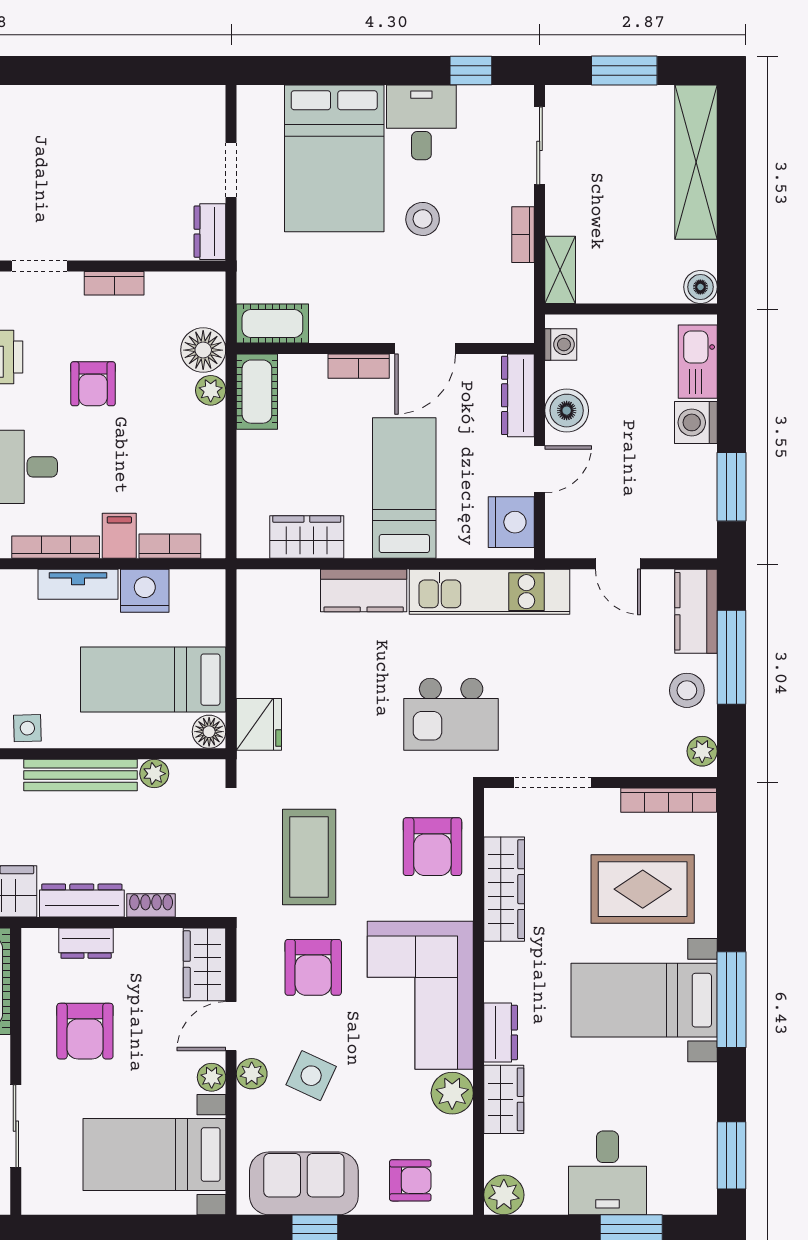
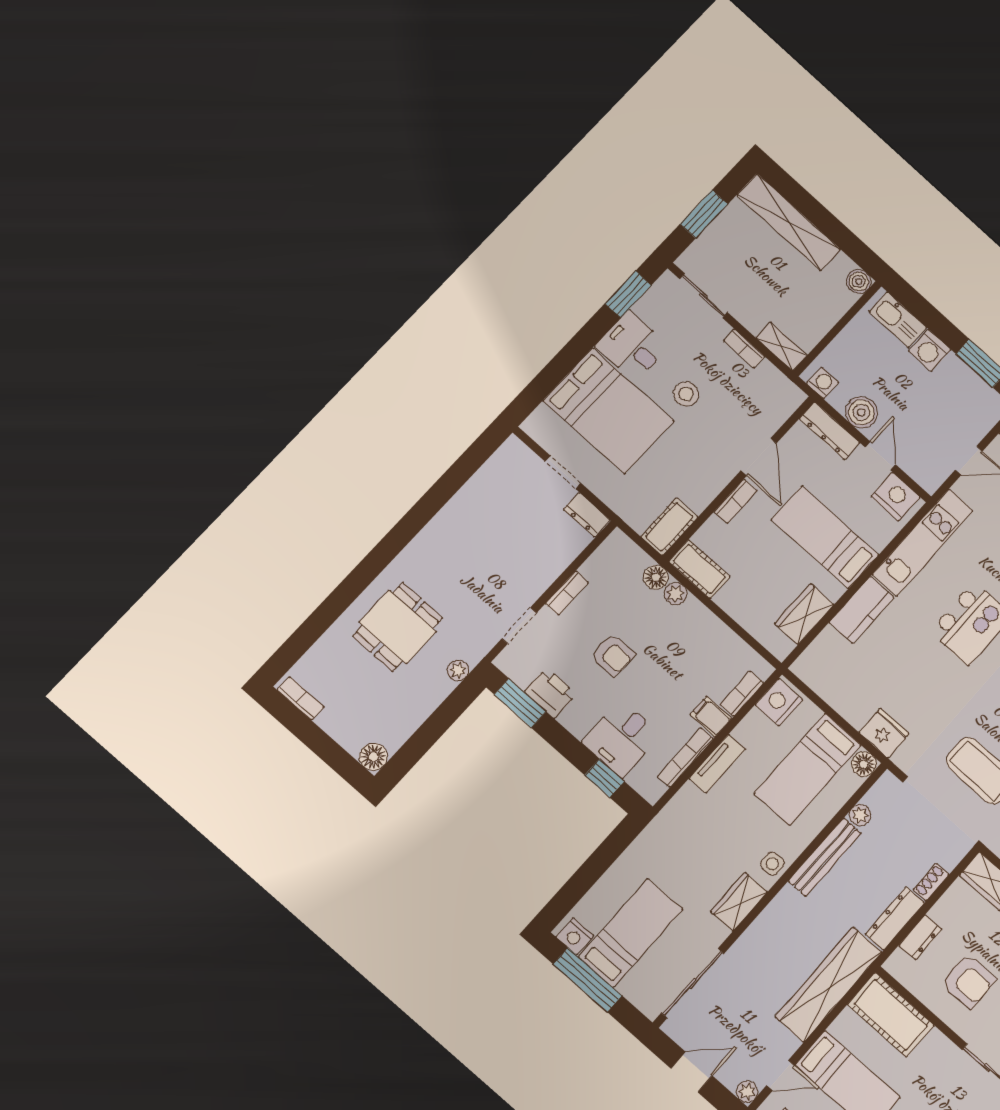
window: (471, 70) -> (628, 294), width x1.50
floor lamp: (203, 350) -> (656, 577), width x0.73, depth x0.73
nightstand: (145, 591) -> (779, 702), moved

